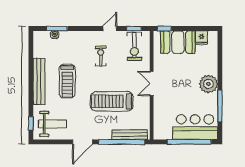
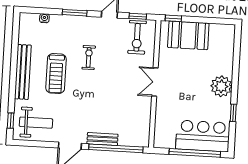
window: (57, 28) -> (75, 13), moved
fridge: (202, 38) -> (216, 32), removed
exercise bike: (101, 56) -> (89, 57), moved
treadmill: (112, 101) -> (107, 100), removed
window: (220, 106) -> (233, 113), width x0.46
bench: (130, 135) -> (102, 139), moved, width x0.73

